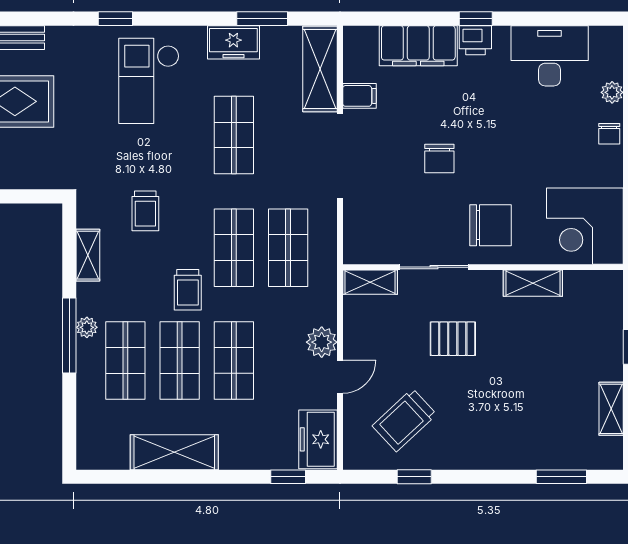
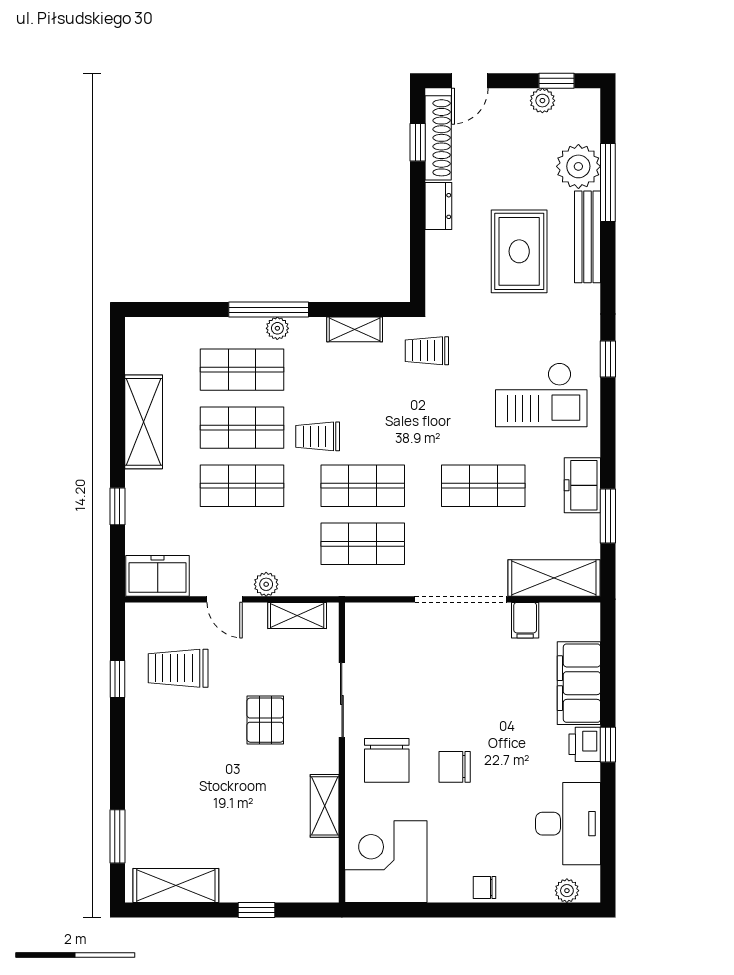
checkout: (149, 81) -> (541, 395), turned 180
plant: (612, 92) -> (567, 891), moved
chair: (439, 158) -> (455, 767), moved
trolley: (145, 211) -> (427, 351), moved
shelving: (370, 282) -> (297, 615), moved, turned 90
plant: (322, 342) -> (266, 584), width x0.73, depth x0.73
shelving: (611, 409) -> (176, 885), width x1.50, depth x1.33
trolley: (404, 420) -> (178, 668), turned -47
window: (288, 477) -> (117, 506), moved

